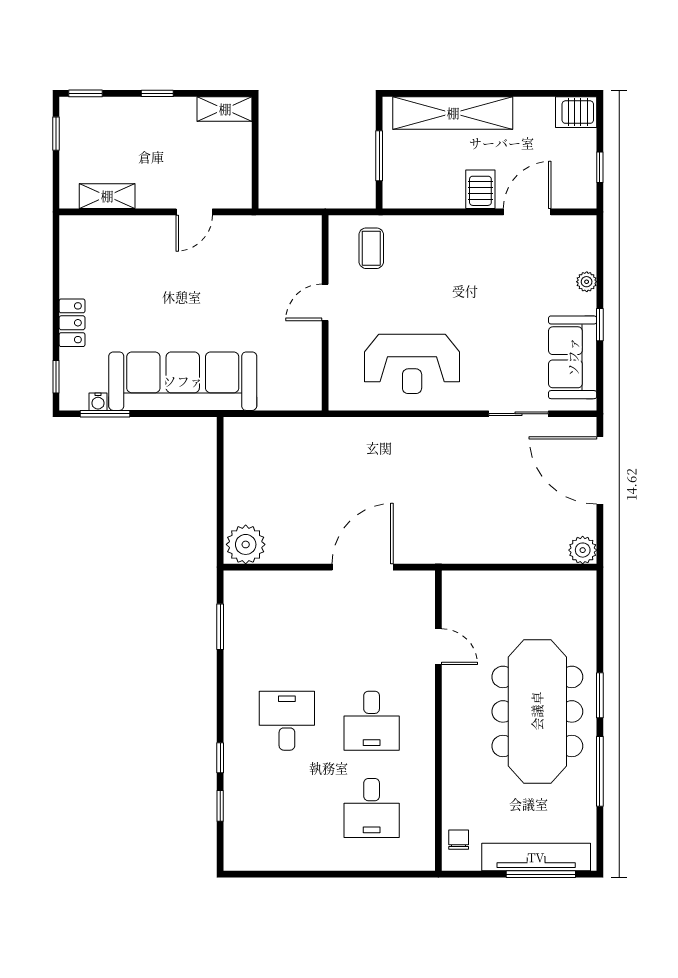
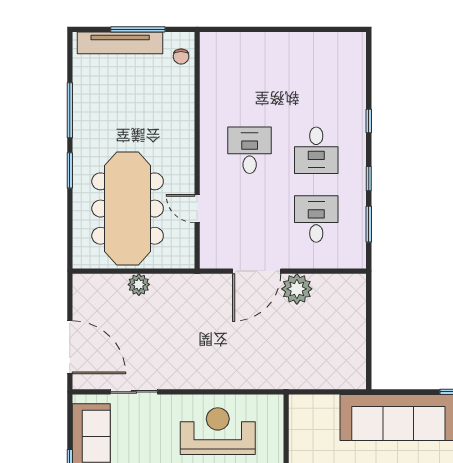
plant: (246, 544) -> (297, 289), moved
plant: (583, 550) -> (139, 285), moved
meeting table: (537, 711) -> (128, 209), moved
window: (220, 806) -> (369, 179), moved
desk: (372, 808) -> (316, 219), moved
window: (541, 874) -> (138, 29), moved

